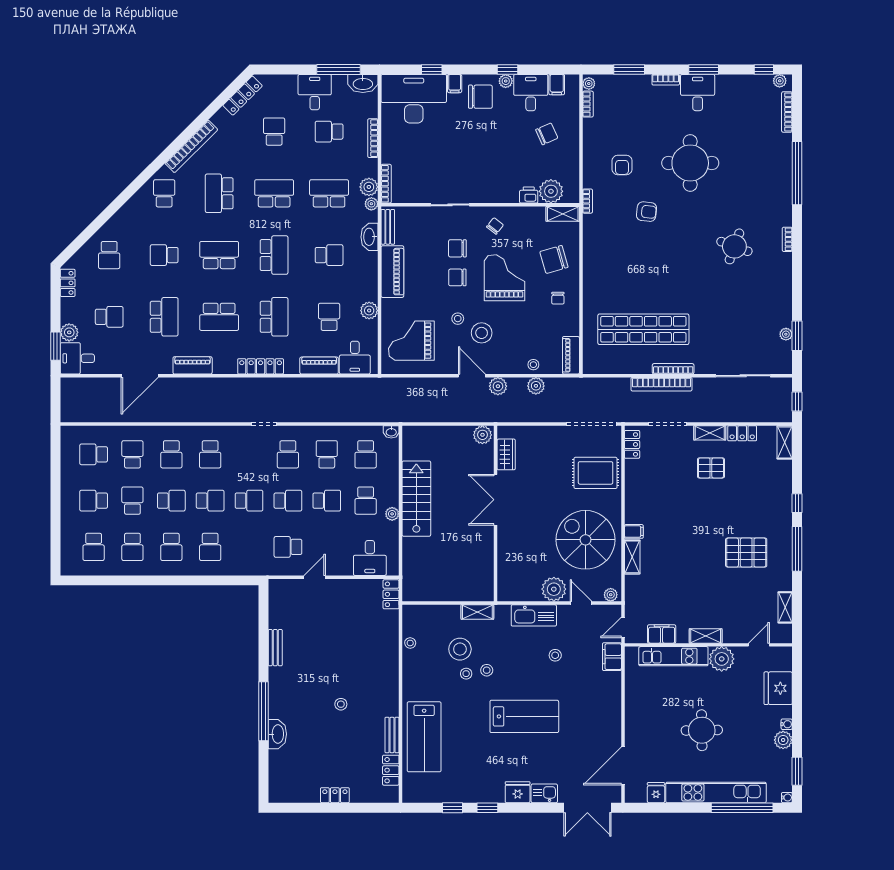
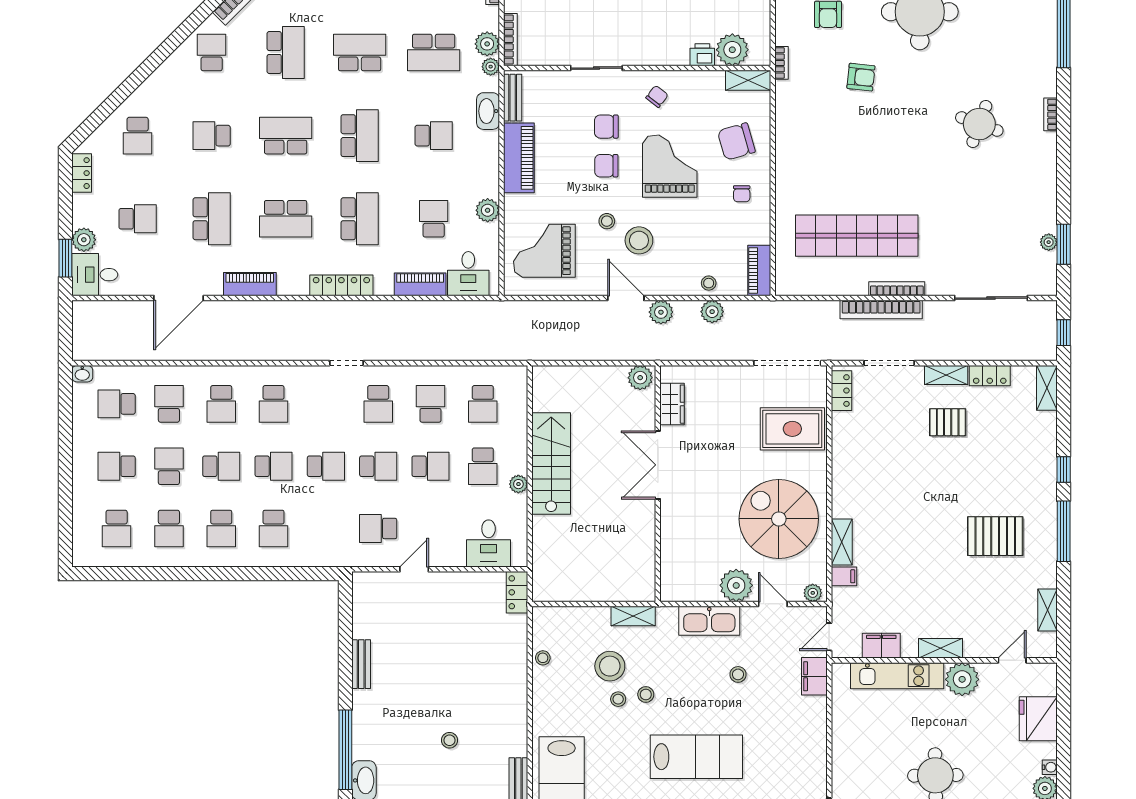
school desk: (219, 193) -> (286, 52), turned 180
school desk: (329, 193) -> (434, 52), turned 180
washbasin: (391, 432) -> (82, 374), moved
filing cabinet: (634, 531) -> (844, 576), moved

